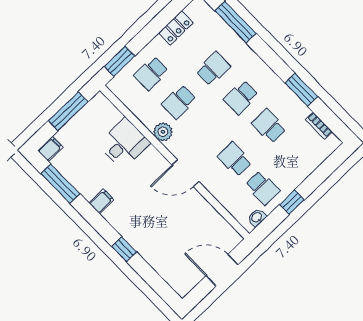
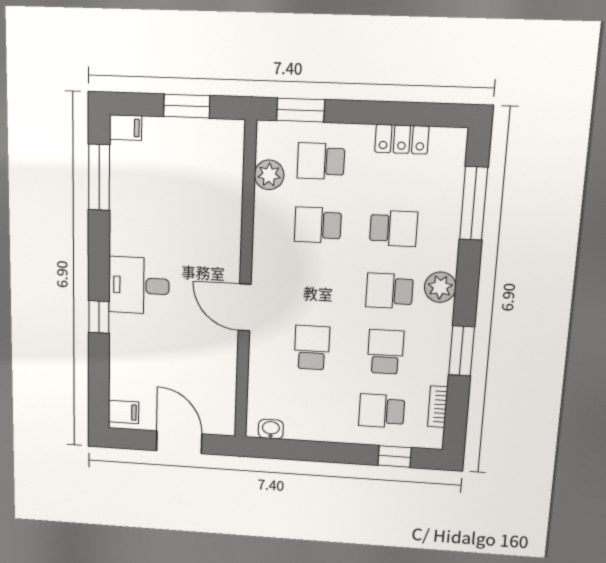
plant: (261, 72) -> (440, 287), added
window: (68, 111) -> (187, 106), width x0.69
plant: (163, 132) -> (269, 175), moved
desk: (124, 143) -> (139, 286), moved, turned 180
school desk: (263, 188) -> (382, 411), moved, turned 90
filing cabinet: (101, 201) -> (124, 412), moved
window: (292, 202) -> (395, 457), moved

